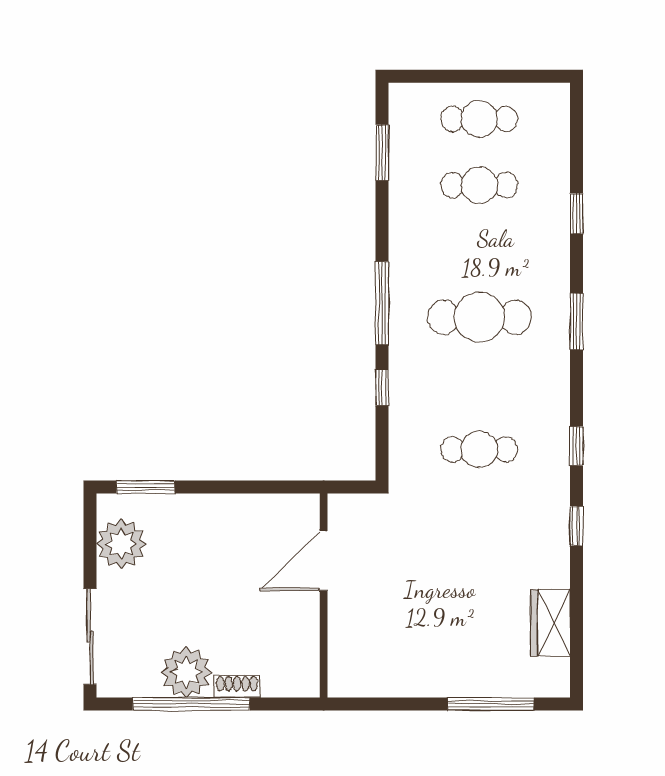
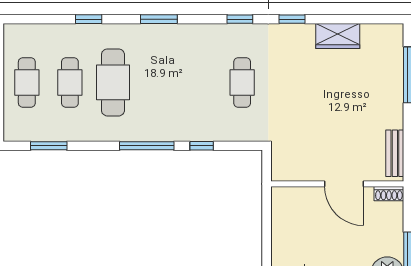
cafe table: (479, 317) -> (113, 82), moved
door: (324, 561) -> (344, 184), moved
wardrobe: (551, 623) -> (338, 36), moved
bench: (371, 684) -> (395, 153), added
shoe rack: (237, 686) -> (389, 194), moved, turned -90

